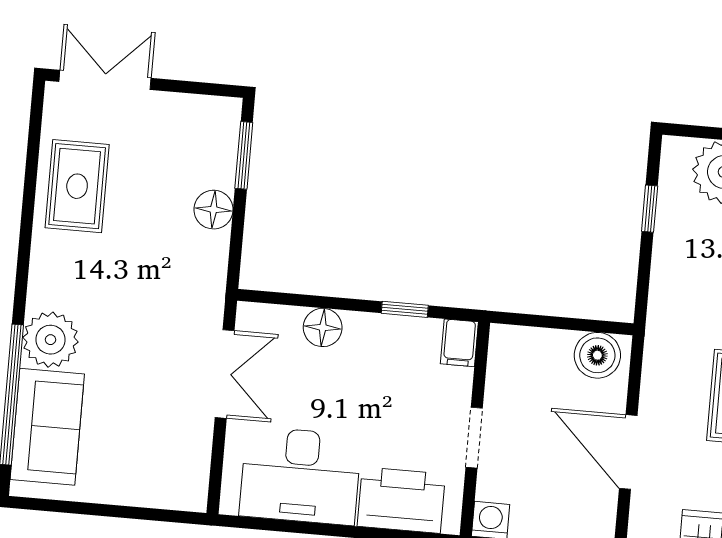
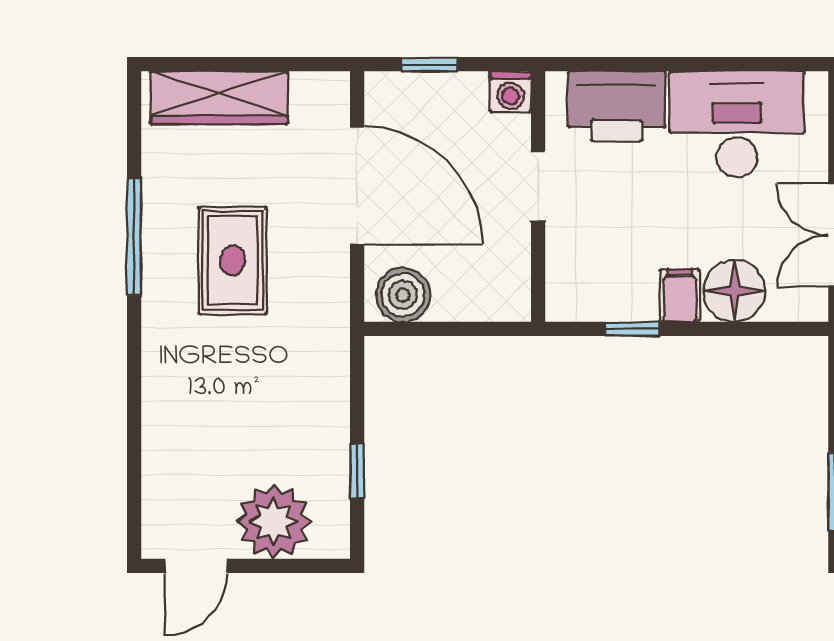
floor lamp: (323, 327) -> (734, 291), width x1.38, depth x1.38
filing cabinet: (459, 343) -> (680, 295), moved
door: (628, 452) -> (357, 185), width x1.36

